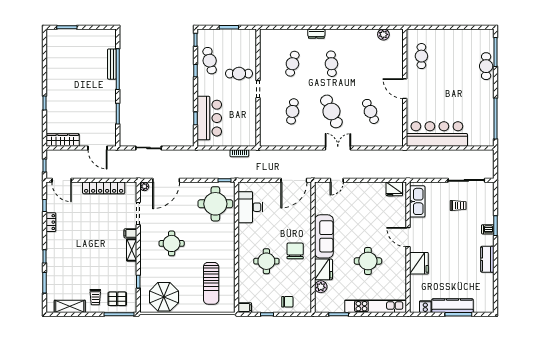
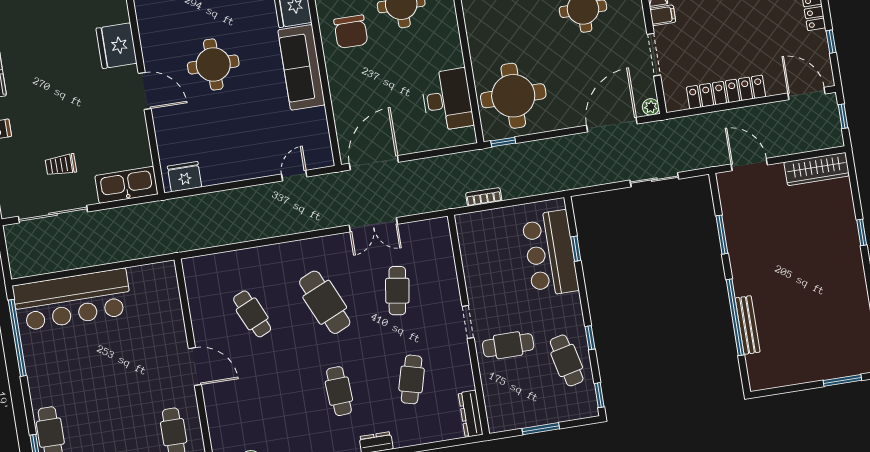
dresser: (264, 41) -> (471, 414), added
bar counter: (437, 134) -> (72, 300), moved
double door: (338, 148) -> (373, 225), moved
kitchen sink: (417, 201) -> (126, 185), moved, turned 90
round table: (368, 261) -> (213, 64), moved

